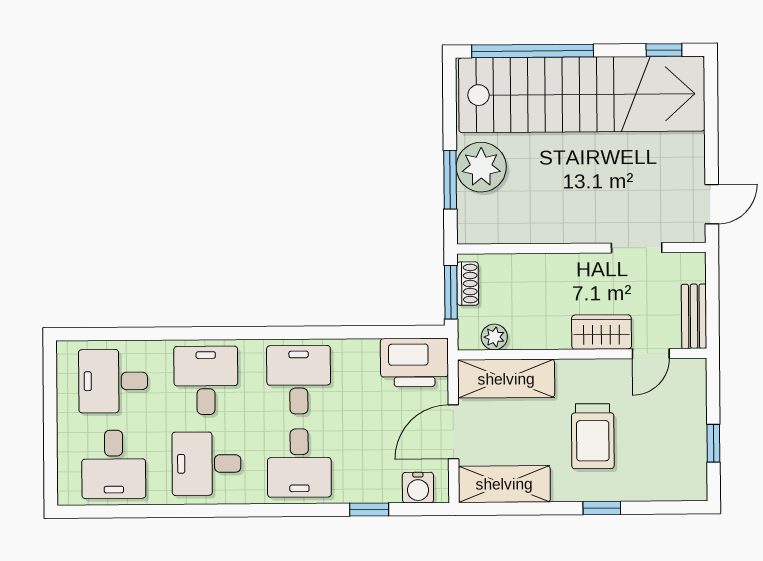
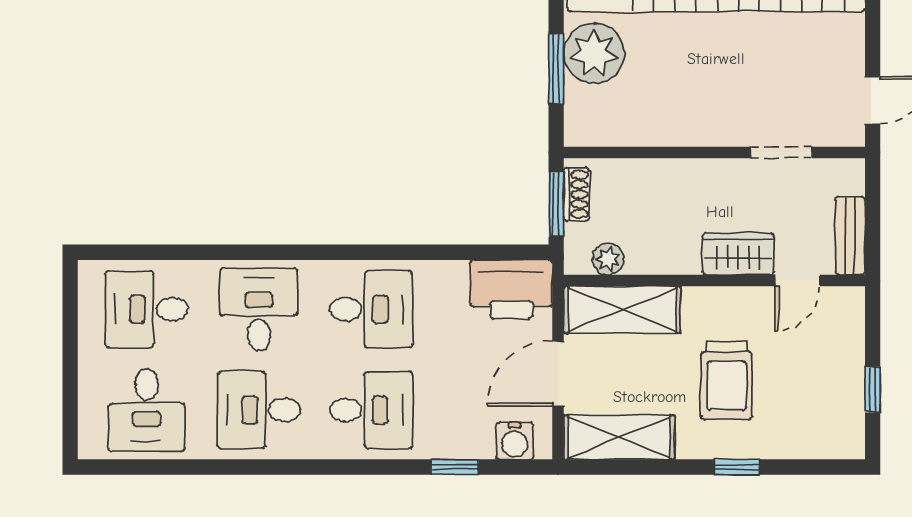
desk: (299, 380) -> (371, 309), turned 90
desk: (299, 463) -> (371, 410), turned -90

